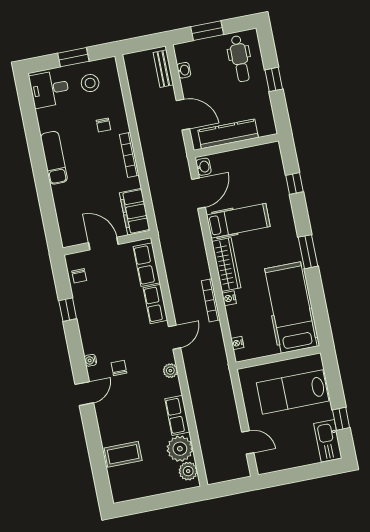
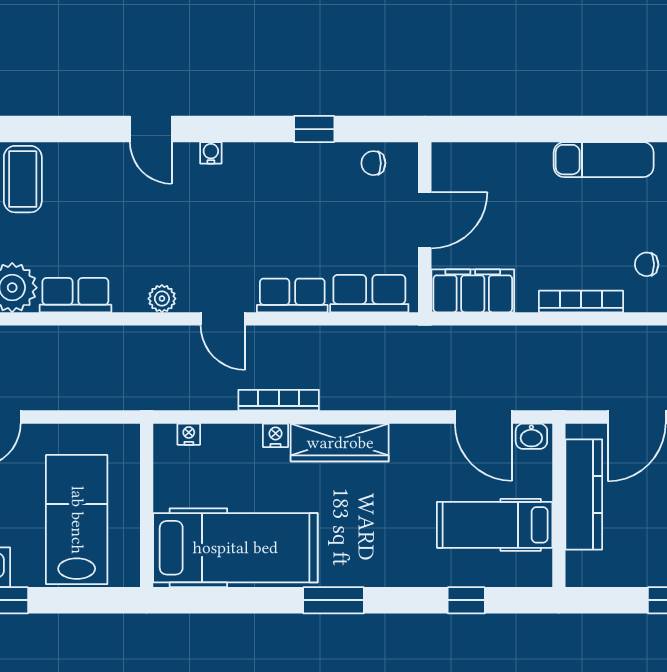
hospital bed: (238, 221) -> (495, 525), moved, turned 90
chair: (119, 368) -> (186, 203), removed

